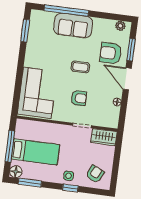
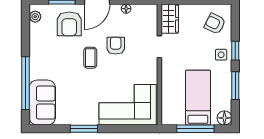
sofa: (73, 26) -> (42, 103), moved
window: (25, 31) -> (84, 129), moved
armchair: (79, 98) -> (116, 46), moved
window: (30, 183) -> (235, 86), moved

